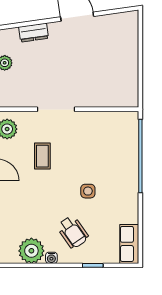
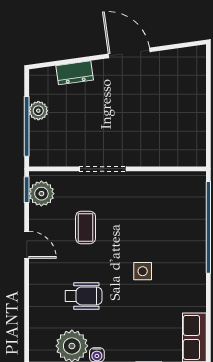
wheelchair: (73, 232) -> (83, 296), moved, turned -55

